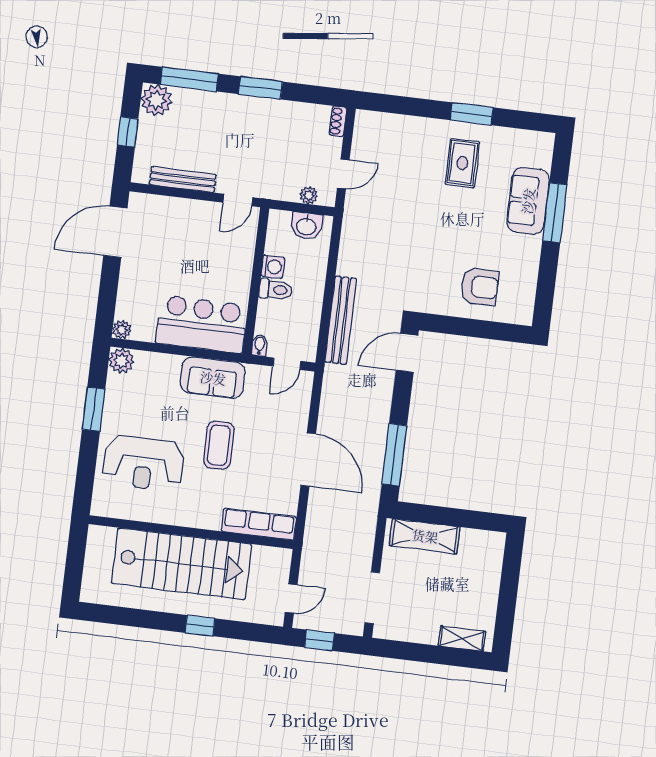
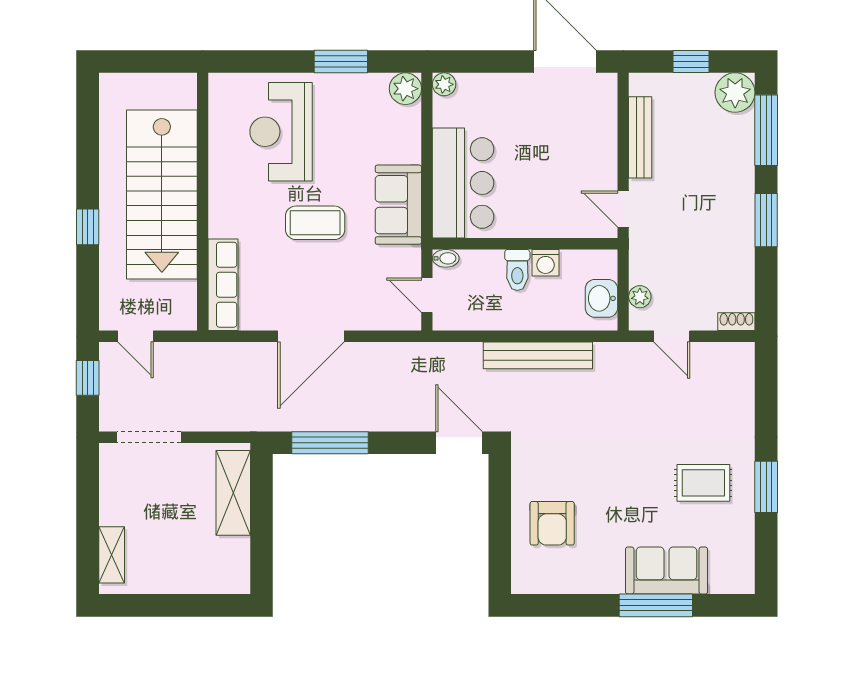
bench: (341, 320) -> (538, 355), moved

